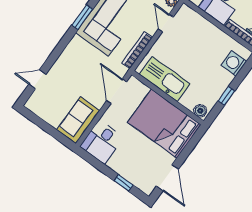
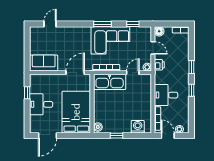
door: (37, 79) -> (50, 24), hinge flipped
kitchen sink: (165, 79) -> (110, 82), moved, turned 90
desk: (102, 142) -> (41, 104), moved
window: (124, 183) -> (27, 93), moved

